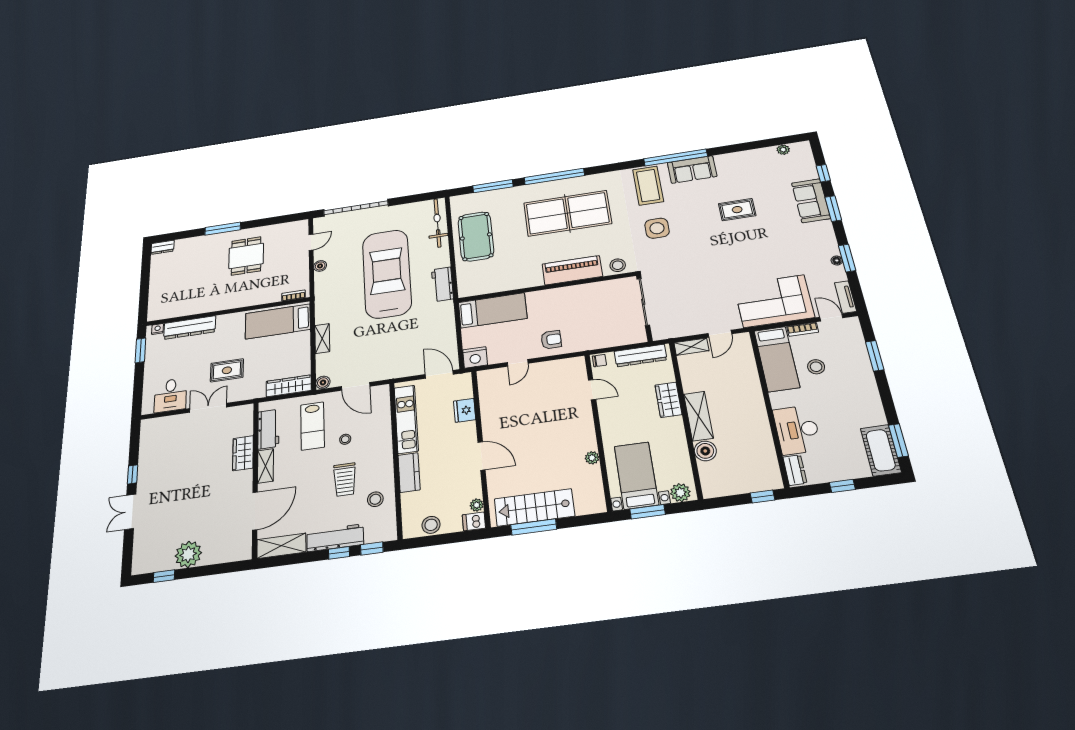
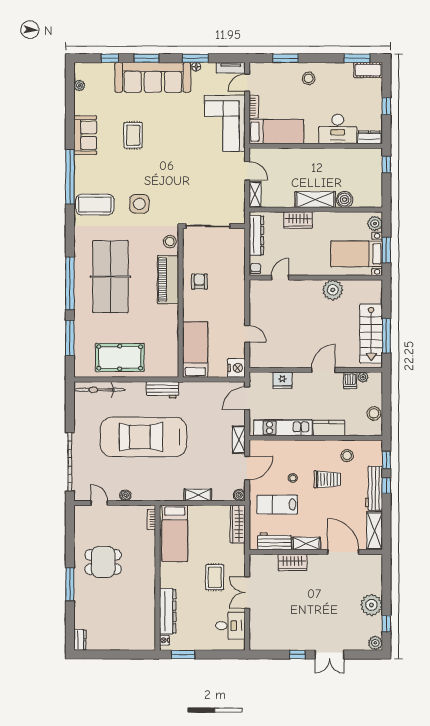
sofa: (692, 170) -> (85, 135), moved
sofa: (811, 201) -> (153, 77), width x1.85, depth x1.27
armchair: (551, 340) -> (199, 282), moved
stool: (816, 367) -> (309, 78), moved
shelving: (389, 372) -> (239, 440), added
lab bench: (312, 426) -> (277, 505), turned 180
cot: (881, 450) -> (368, 70), width x0.73, depth x0.75
plant: (592, 458) -> (333, 290), width x1.88, depth x1.88
dishwasher: (474, 521) -> (350, 380), moved
plant: (141, 566) -> (375, 643), added

